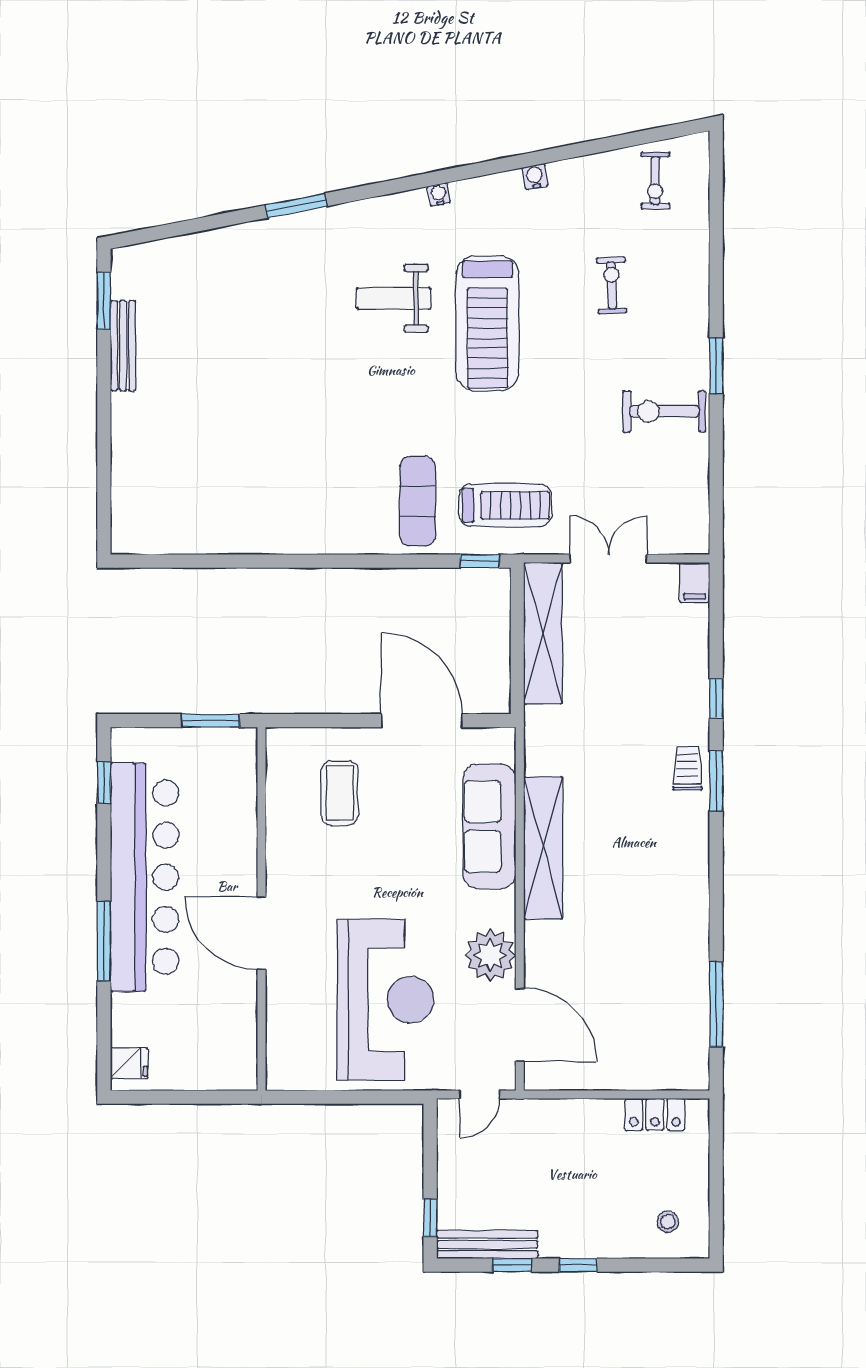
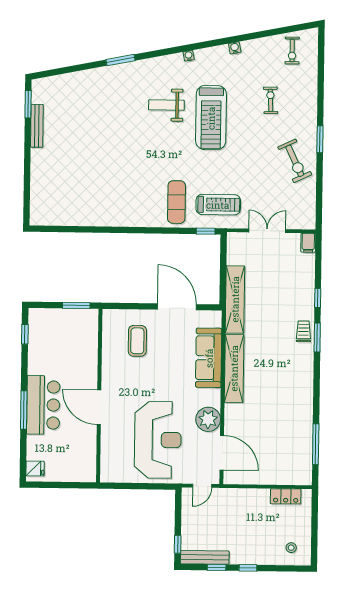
exercise bike: (664, 411) -> (295, 161), turned -115
shelving: (543, 633) -> (235, 299), moved
bar counter: (145, 877) -> (43, 405), width x0.54

